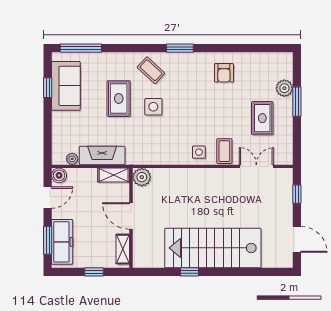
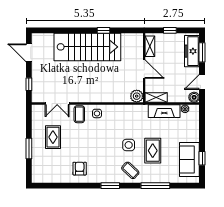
window: (81, 48) -> (155, 186), moved
plant: (284, 88) -> (38, 158), removed

